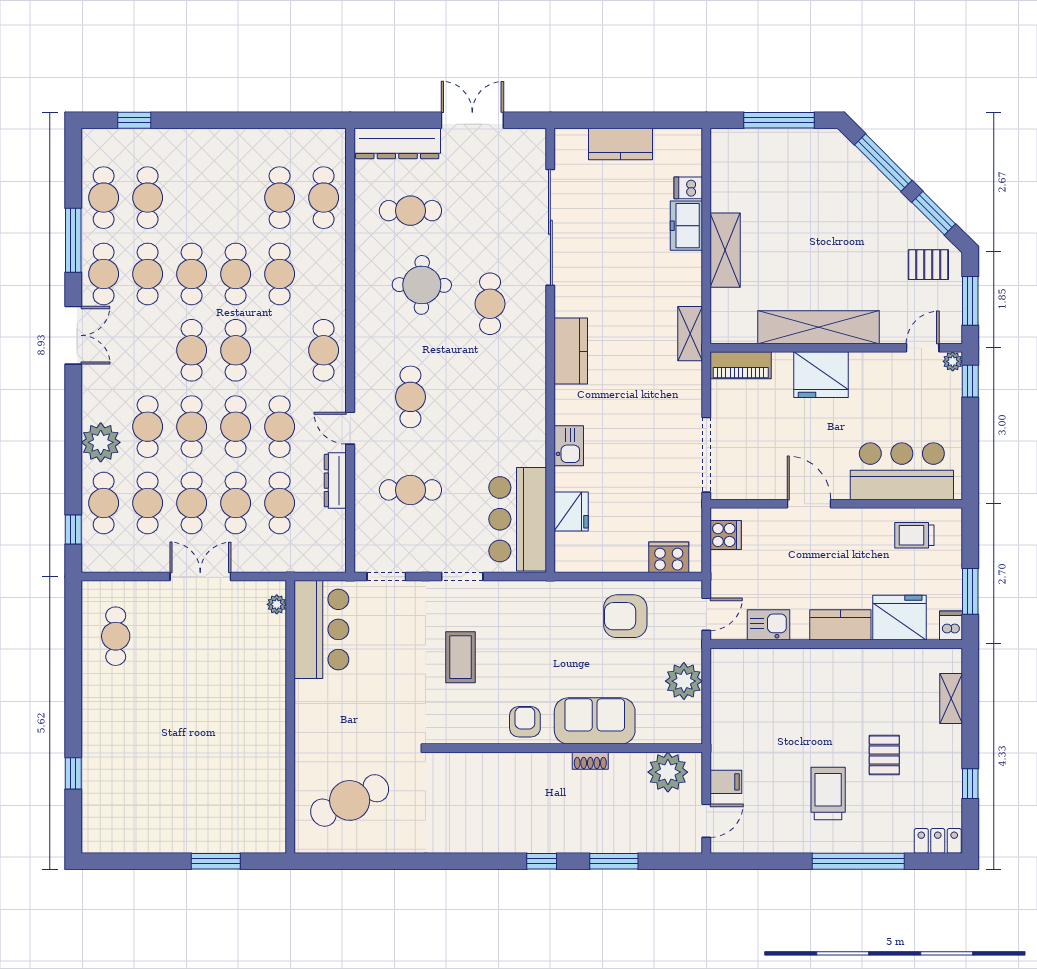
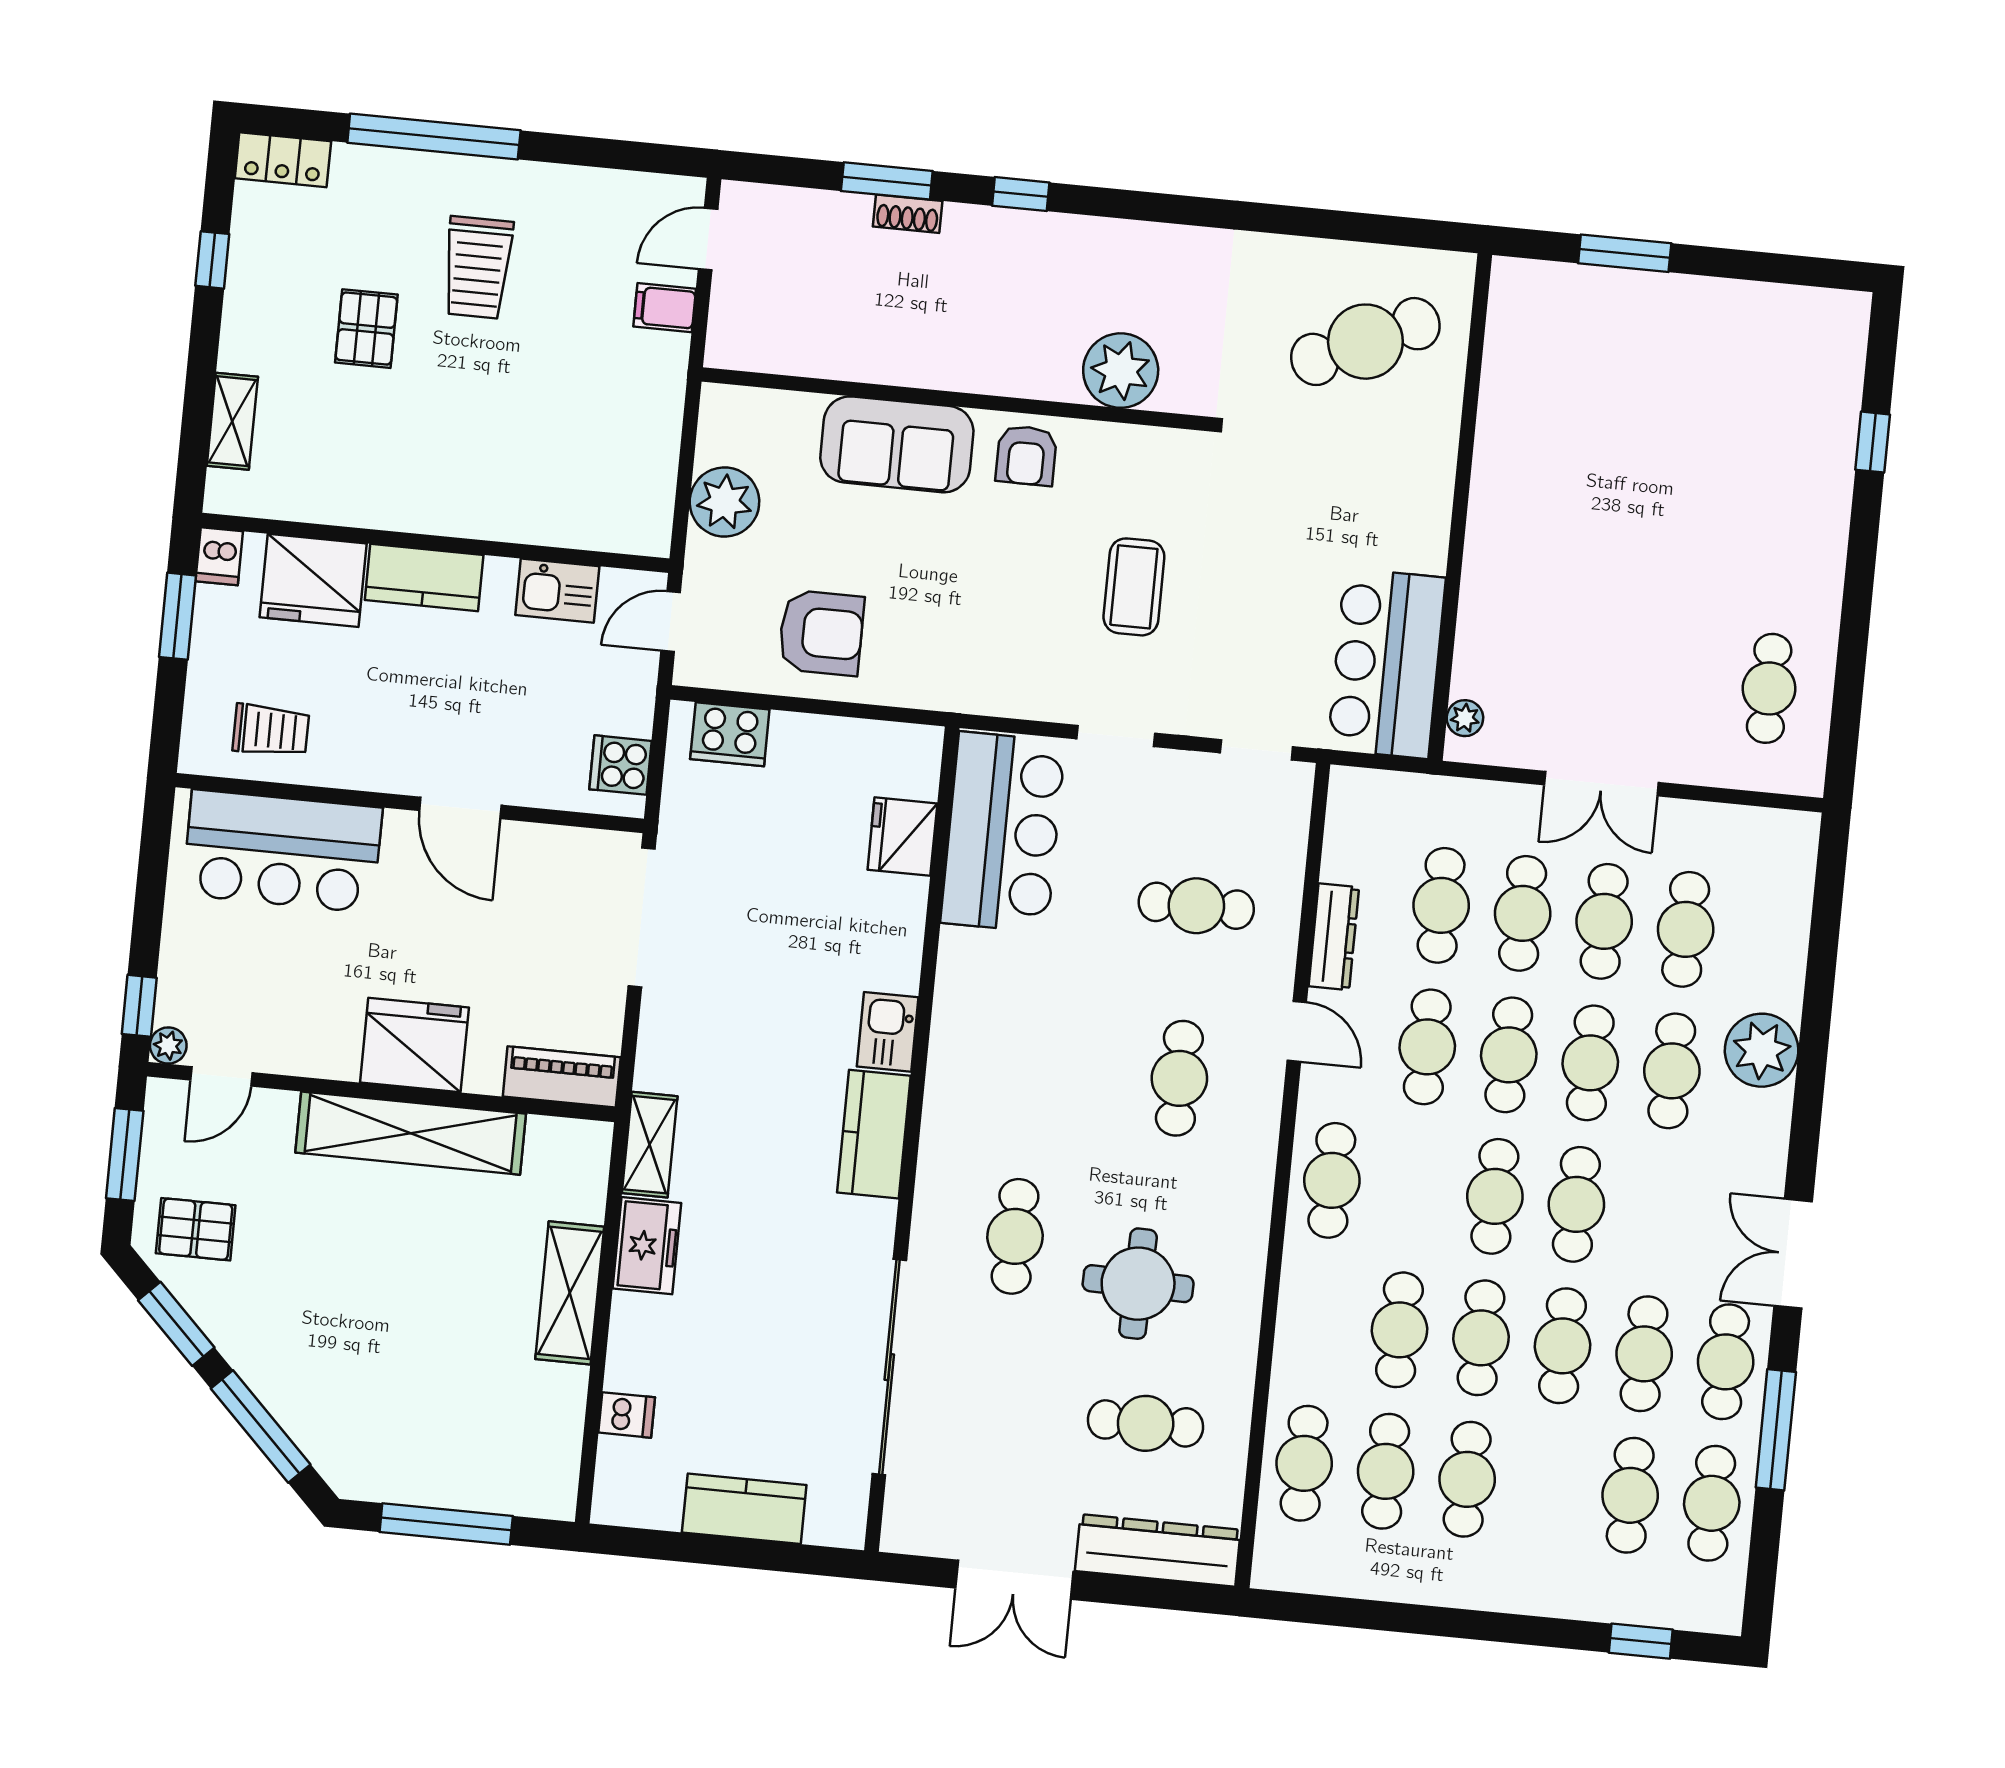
freezer: (686, 226) -> (647, 1246), moved
kitchen sink: (569, 446) -> (888, 1032), moved
cafe table: (104, 503) -> (1467, 1479), moved
window: (73, 529) -> (1828, 894), removed
shoe rack: (590, 761) -> (908, 214), moved, turned 180
plant: (668, 772) -> (1121, 371), moved

